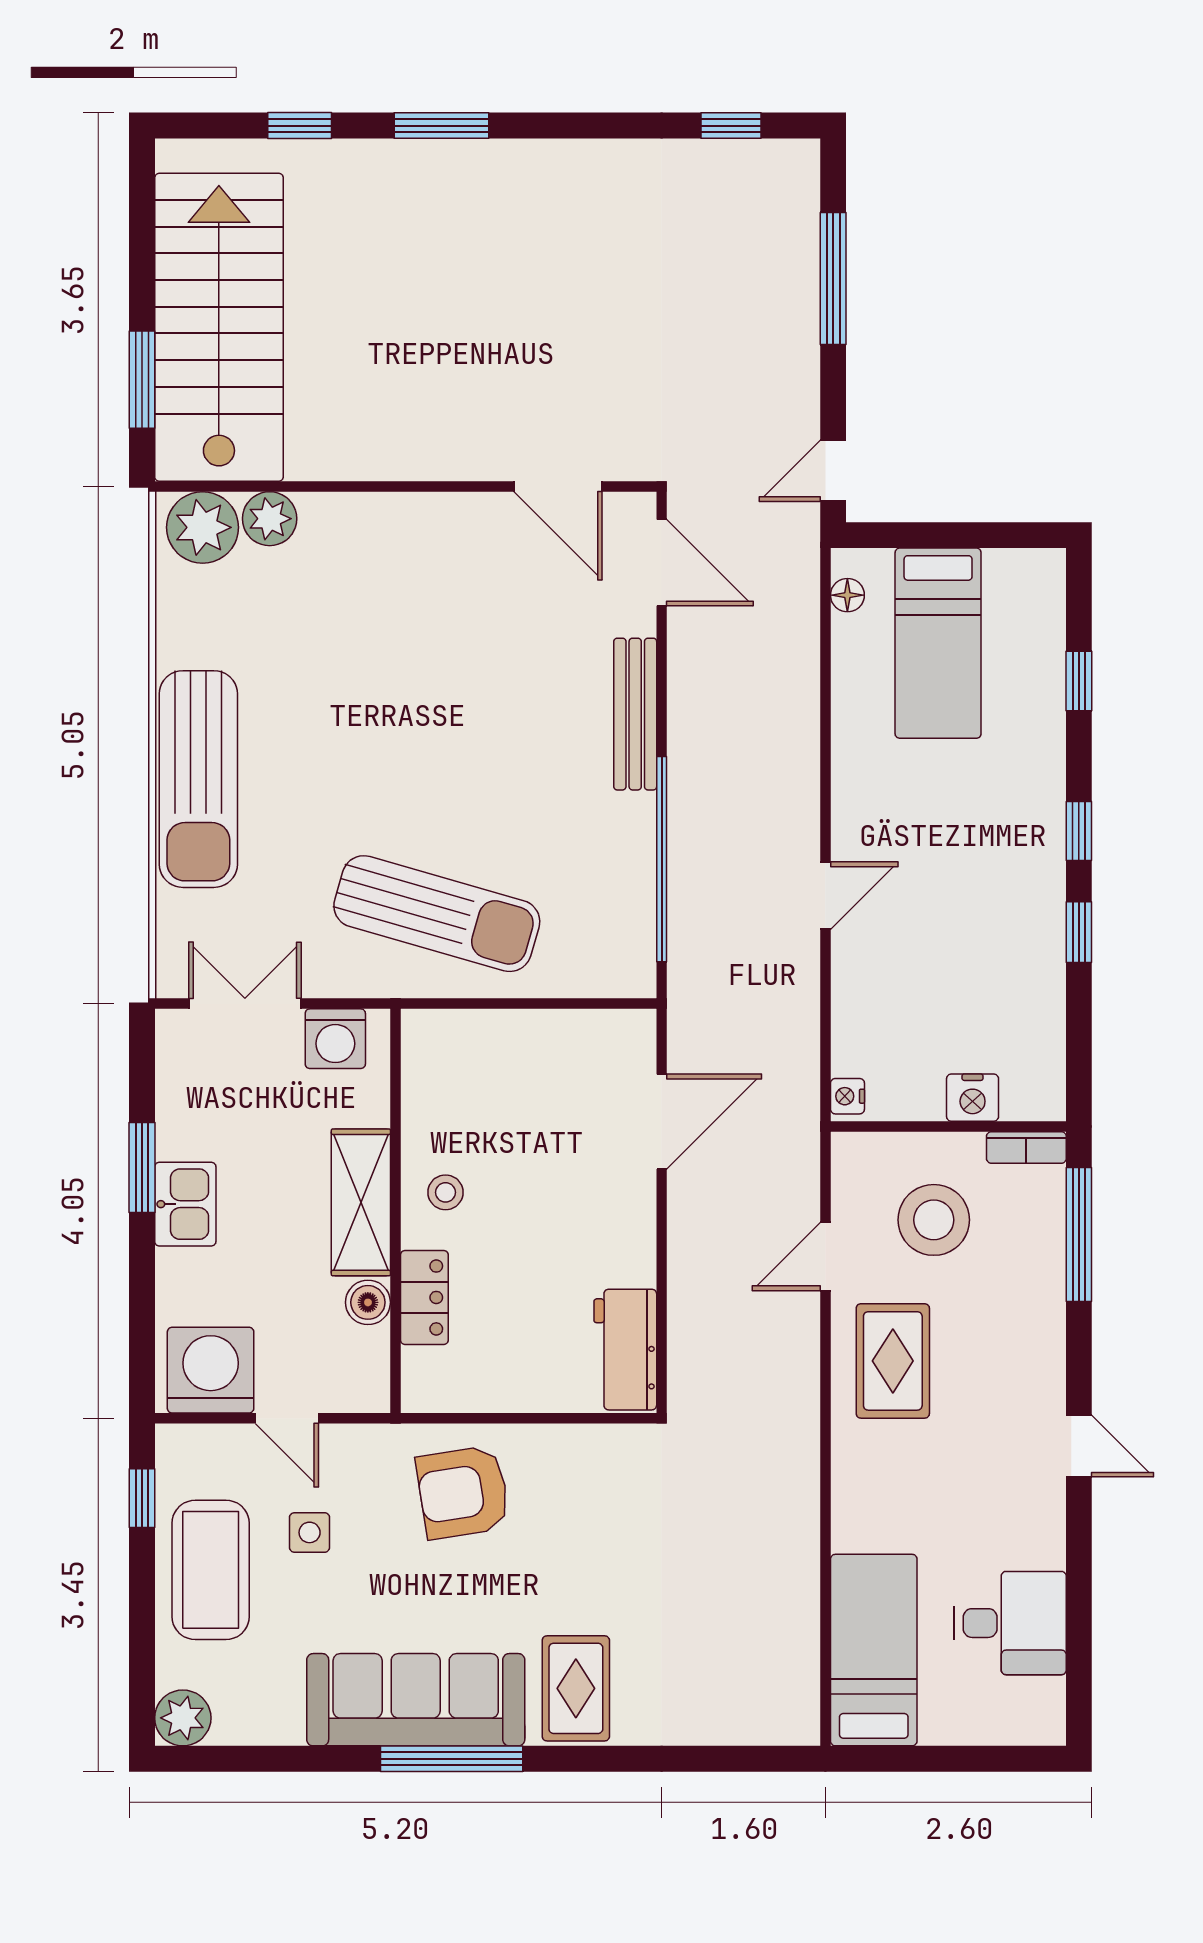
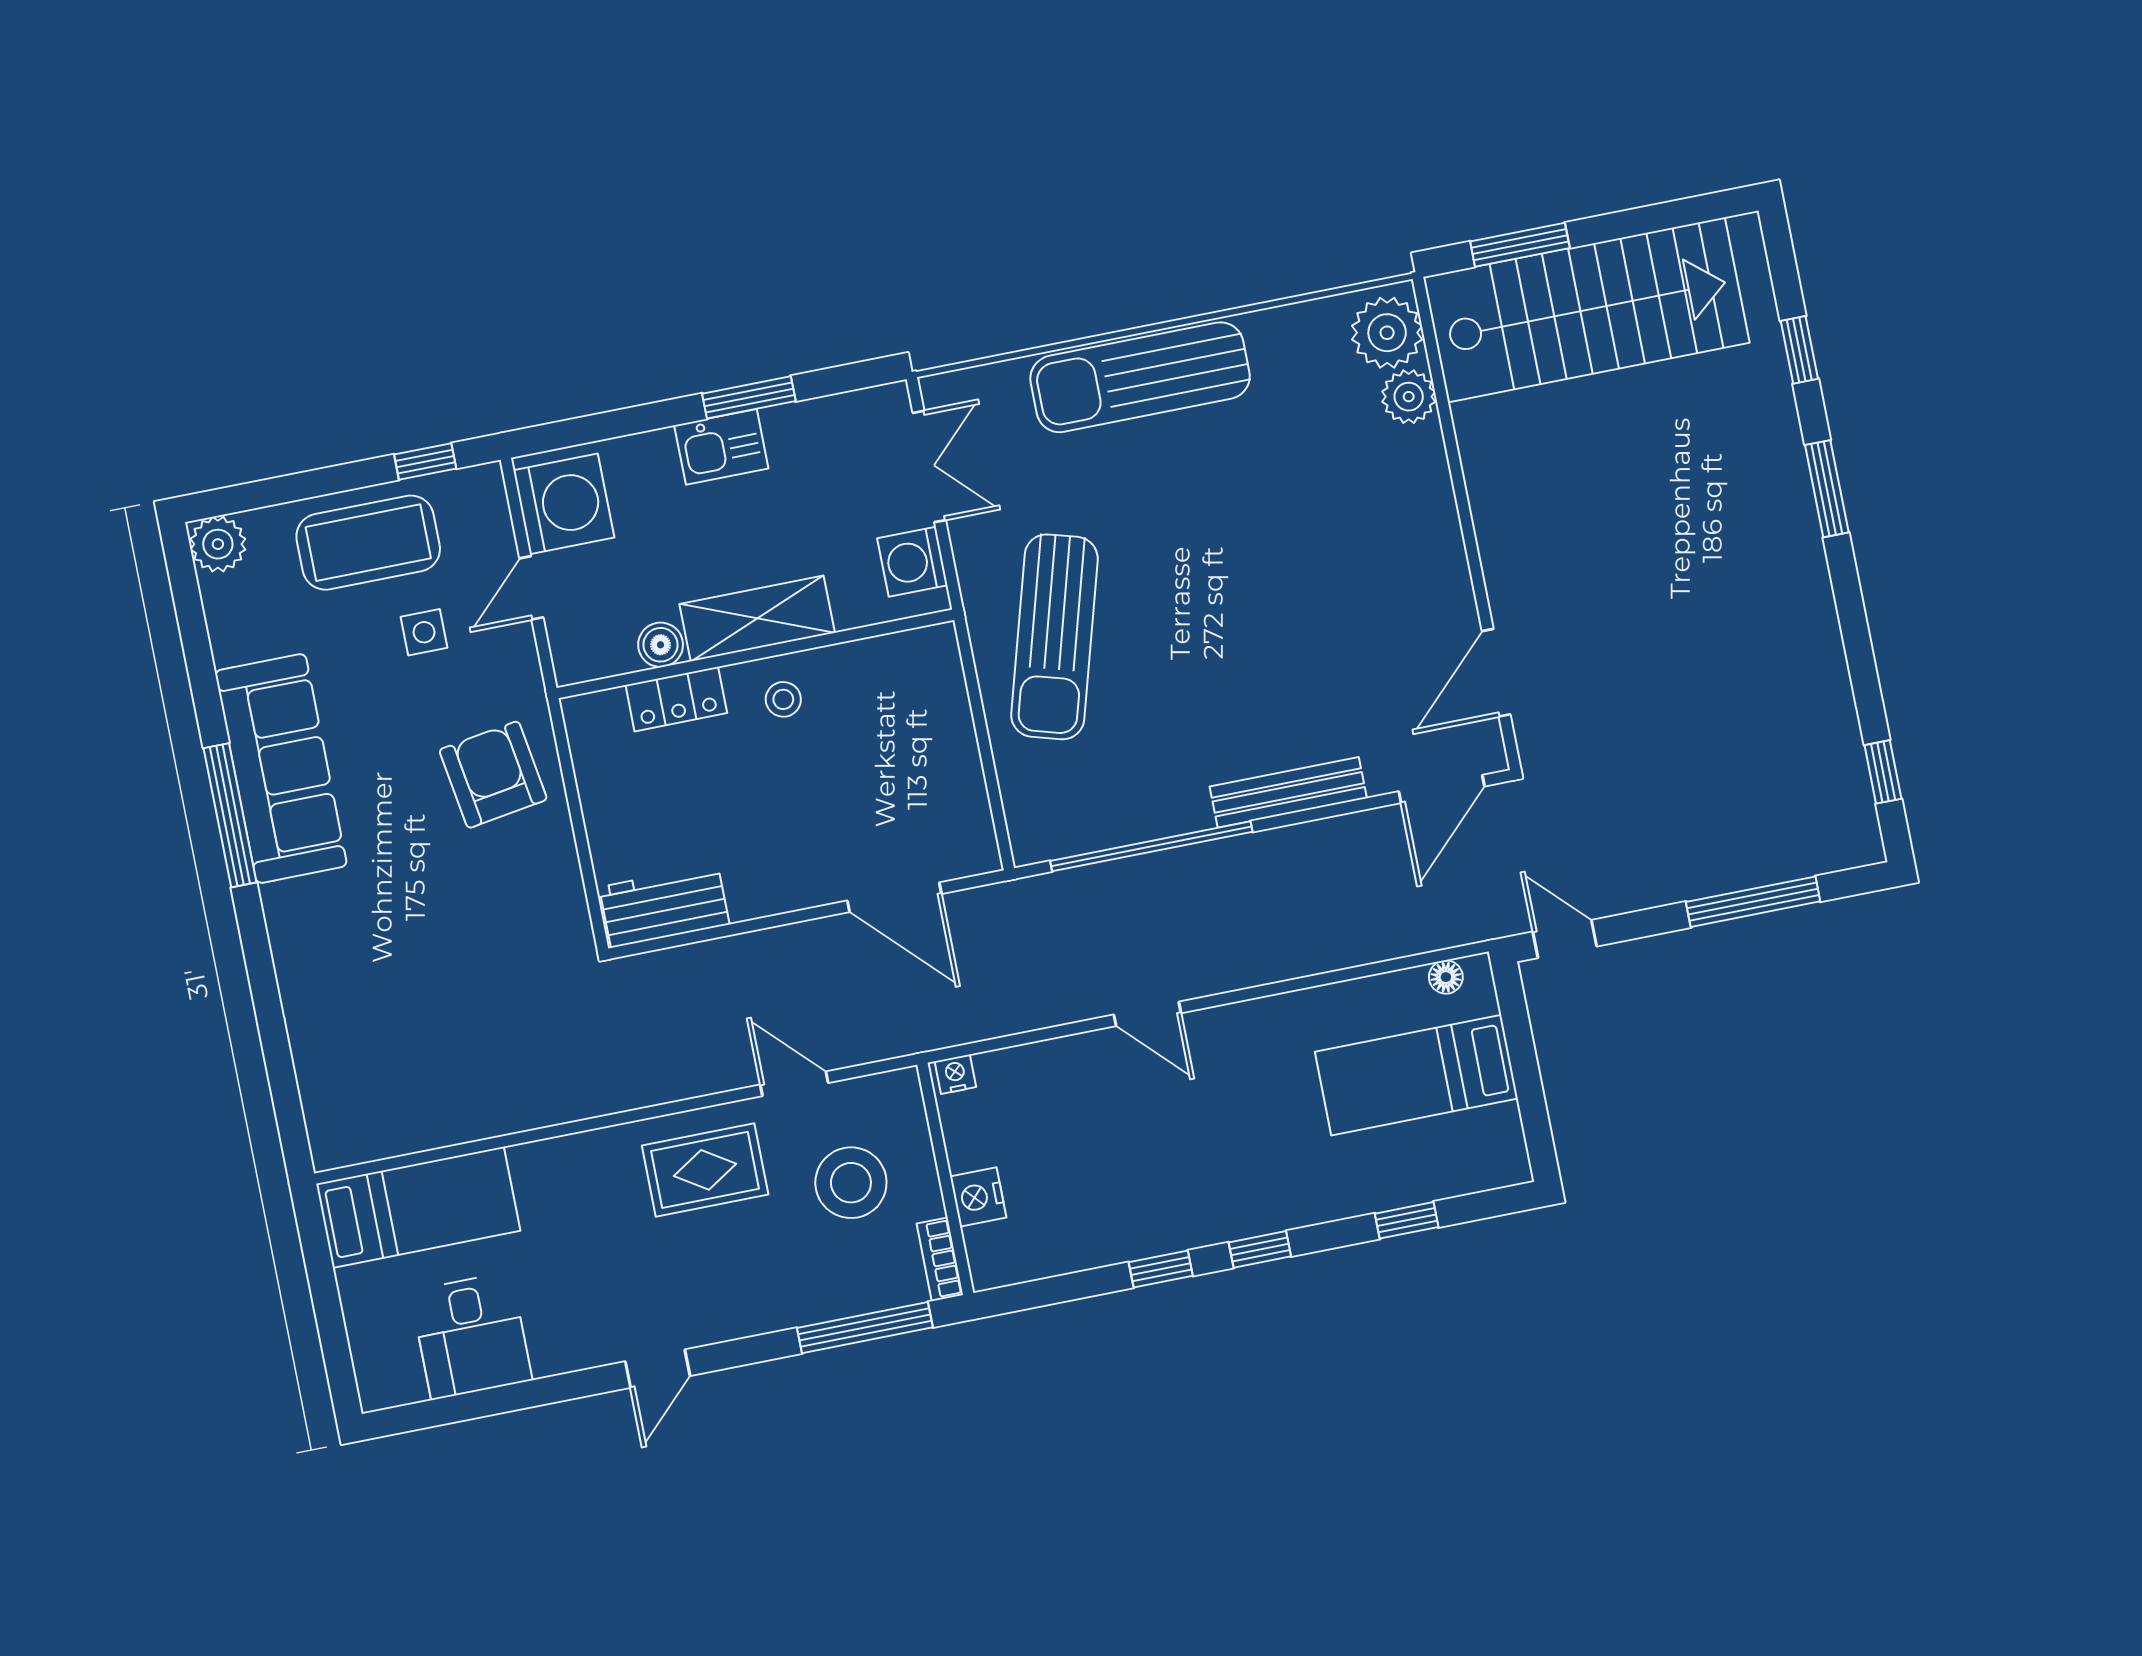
rug: (576, 1688) -> (323, 923), removed

